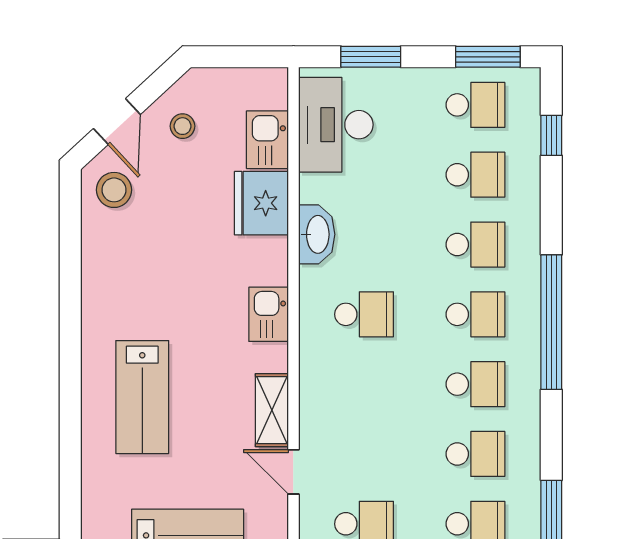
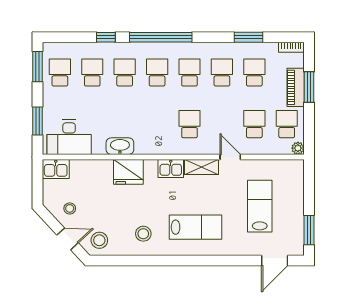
window: (551, 135) -> (106, 37), moved
kitchen sink: (267, 140) -> (56, 169), moved
fridge: (261, 203) -> (128, 172), moved
stool: (128, 285) -> (143, 234), added
kitchen sink: (269, 314) -> (171, 168), moved
school desk: (364, 314) -> (189, 124), moved
door: (293, 472) -> (230, 157), swing flipped

